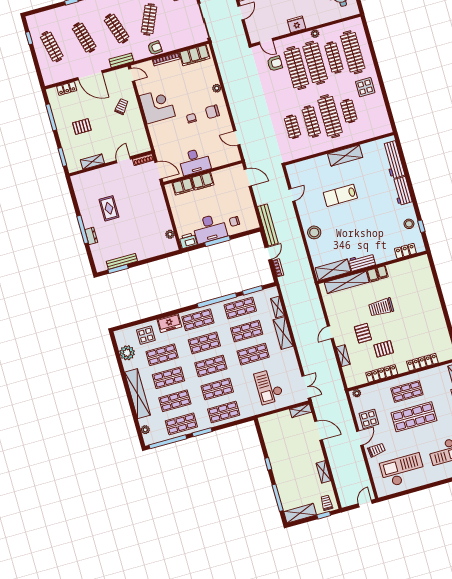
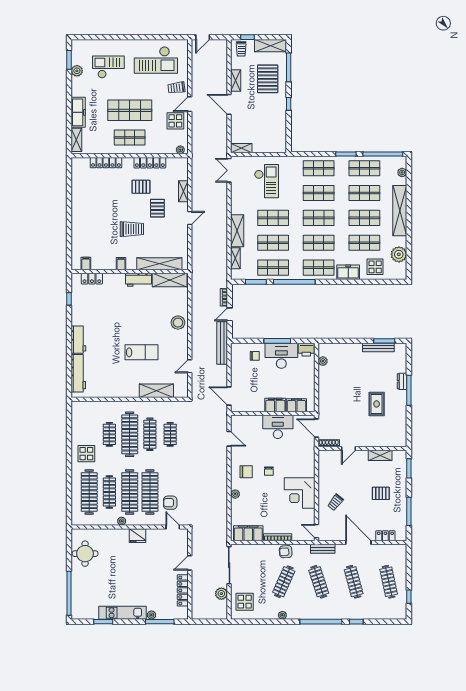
shelving: (345, 156) -> (156, 391), moved
stool: (409, 224) -> (81, 305), removed
filing cabinet: (373, 275) -> (86, 263), moved
door: (318, 431) -> (229, 104), moved
pallet: (294, 482) -> (268, 79), added

